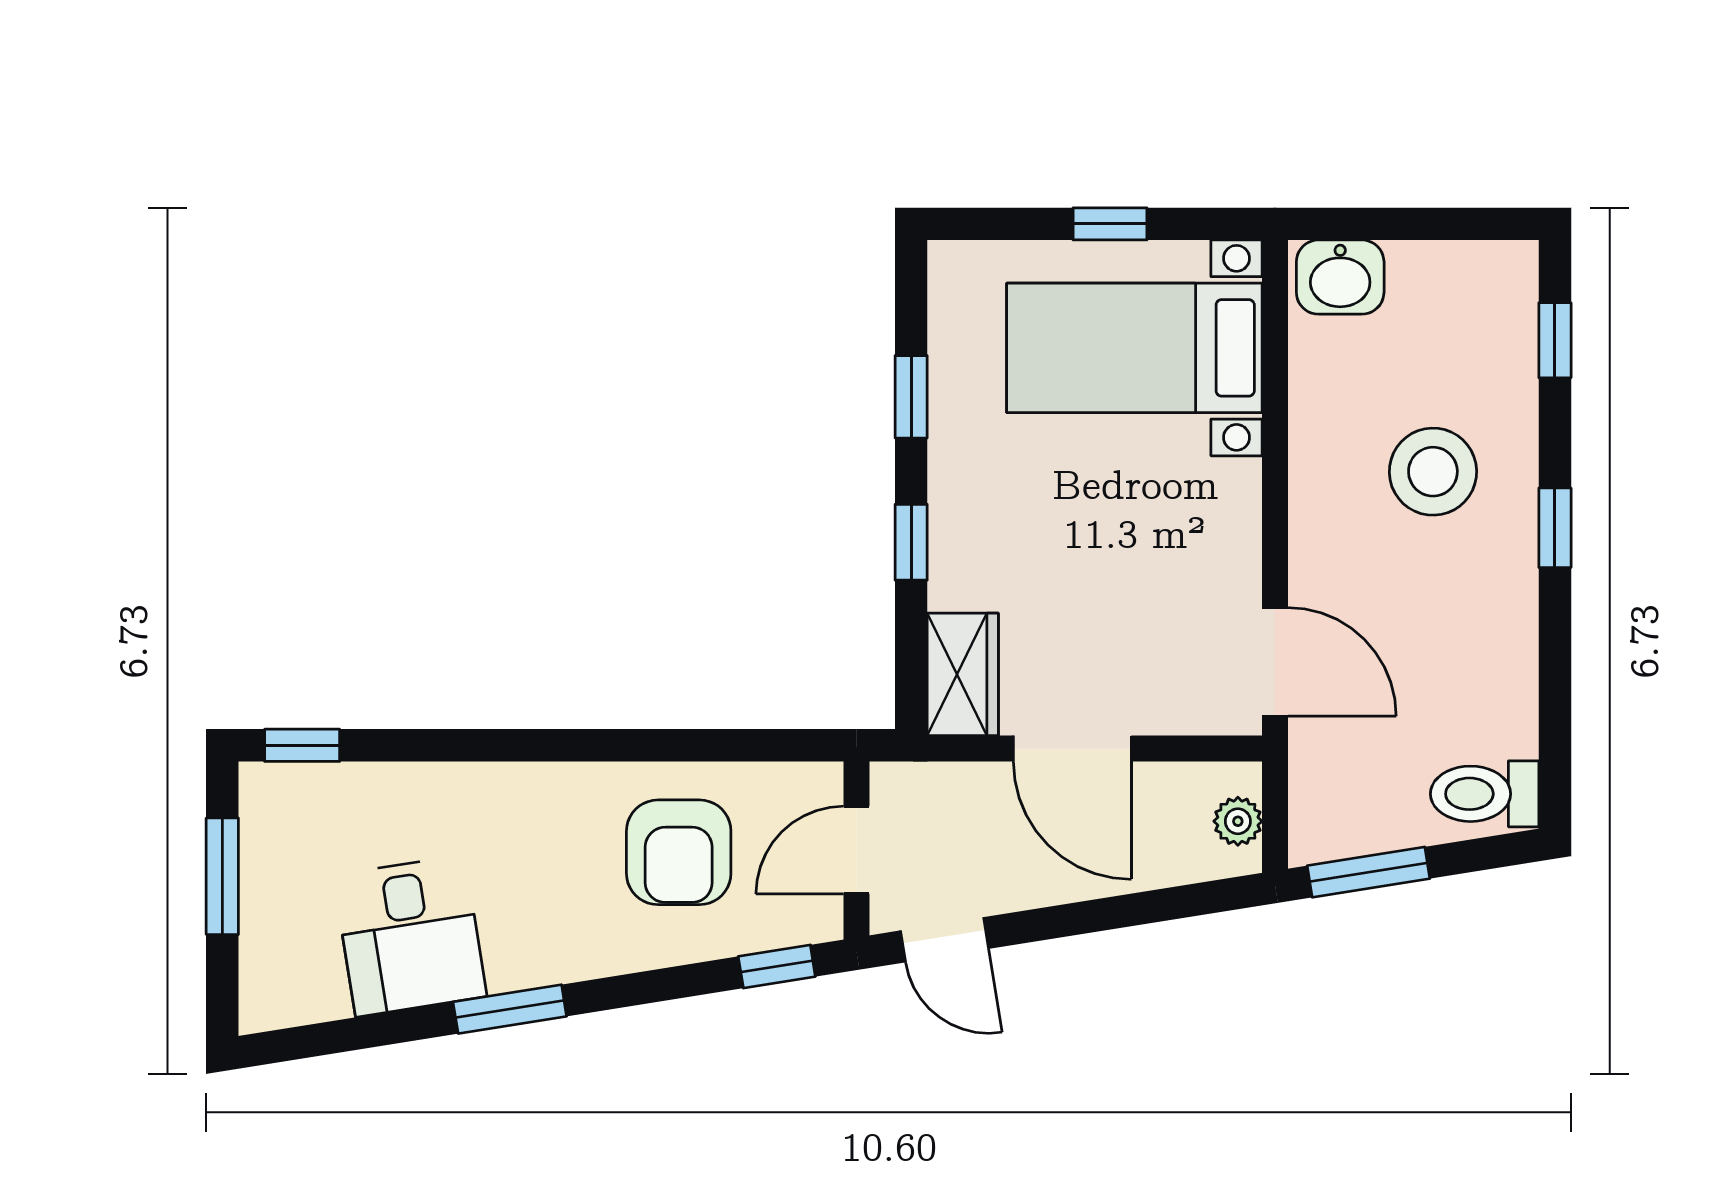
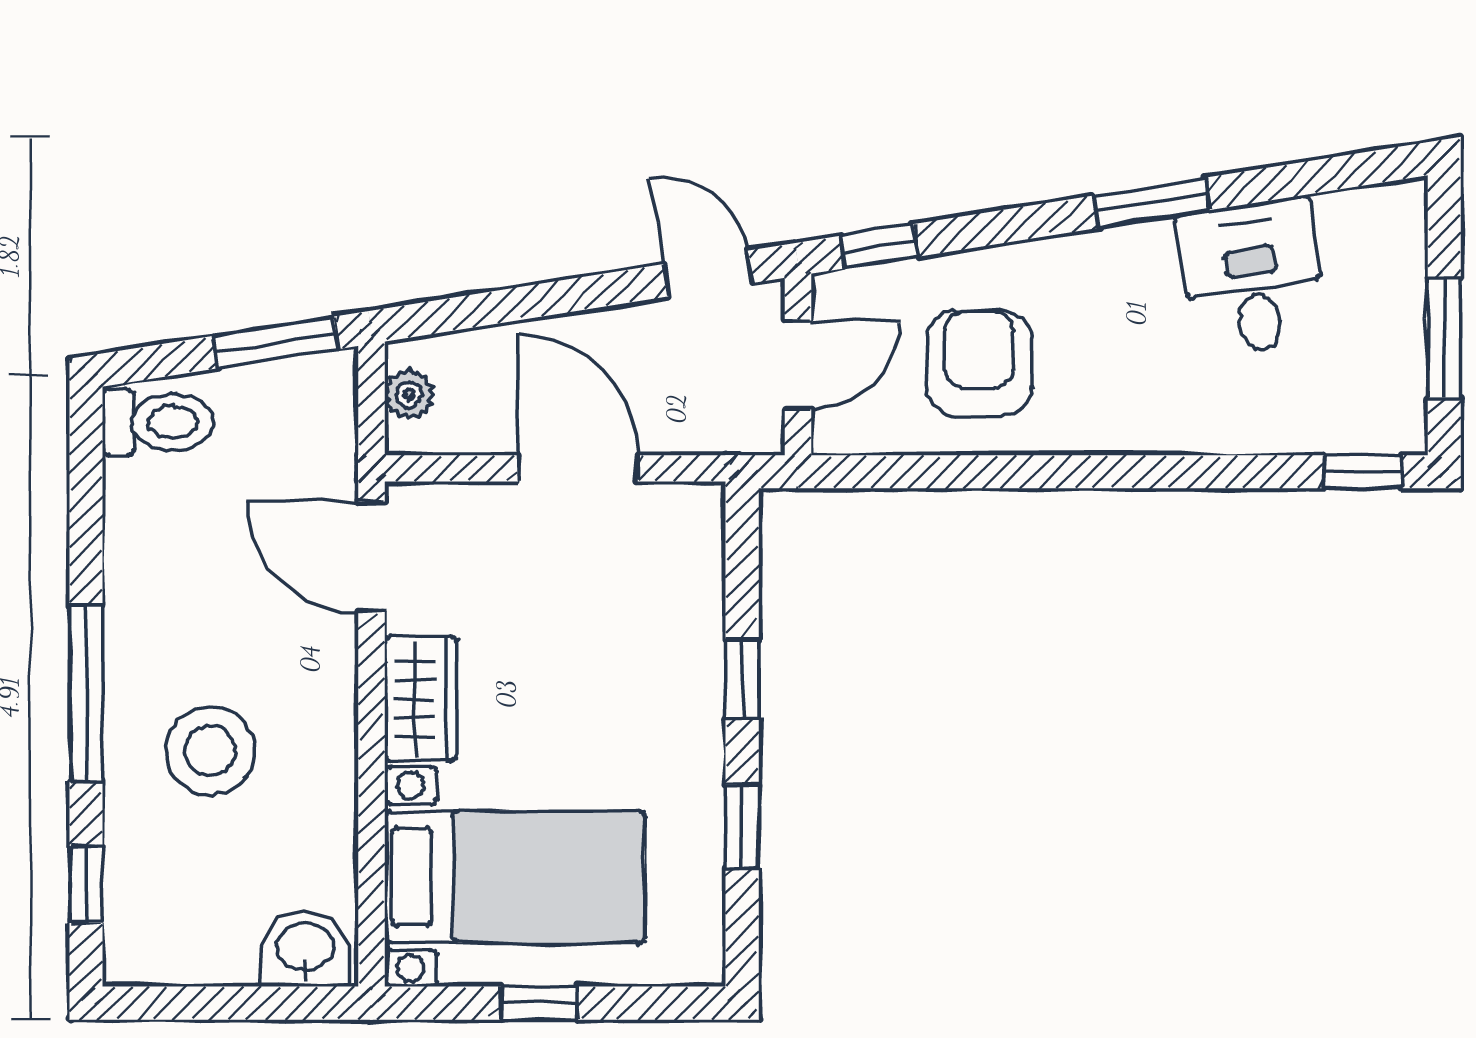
window: (1555, 528) -> (86, 693), width x2.17
wardrobe: (963, 674) -> (421, 699), moved, turned 180

